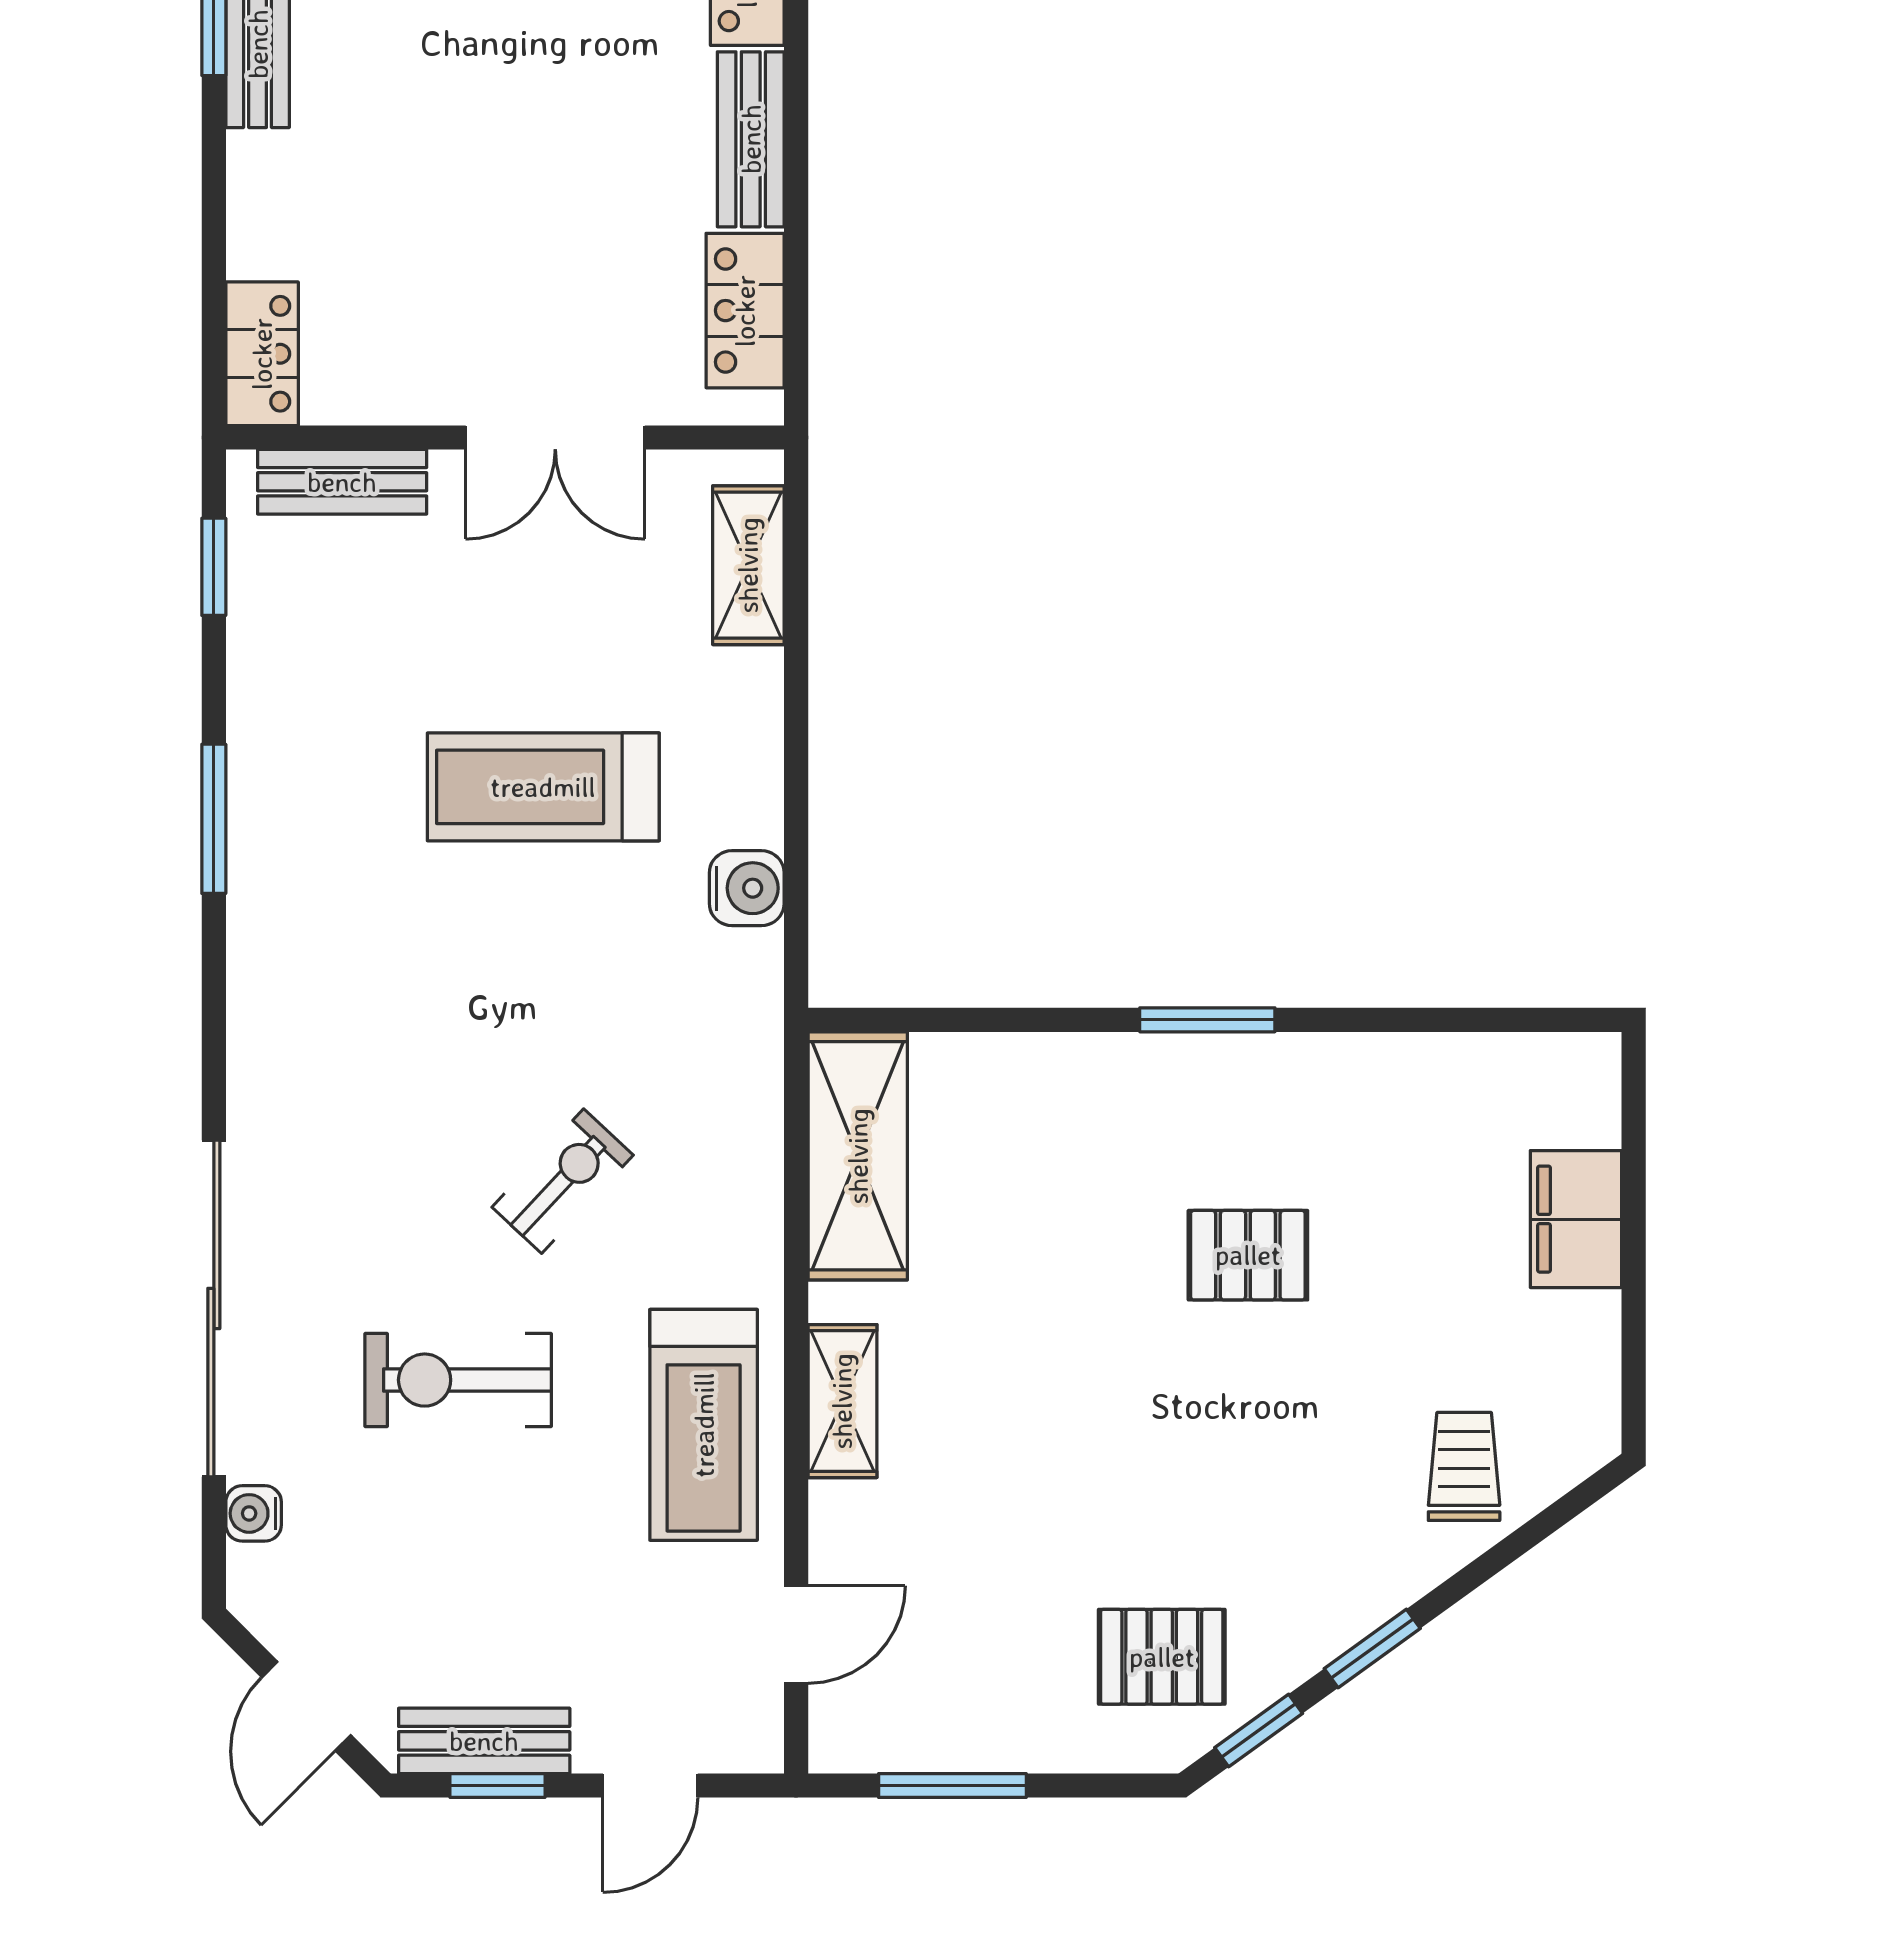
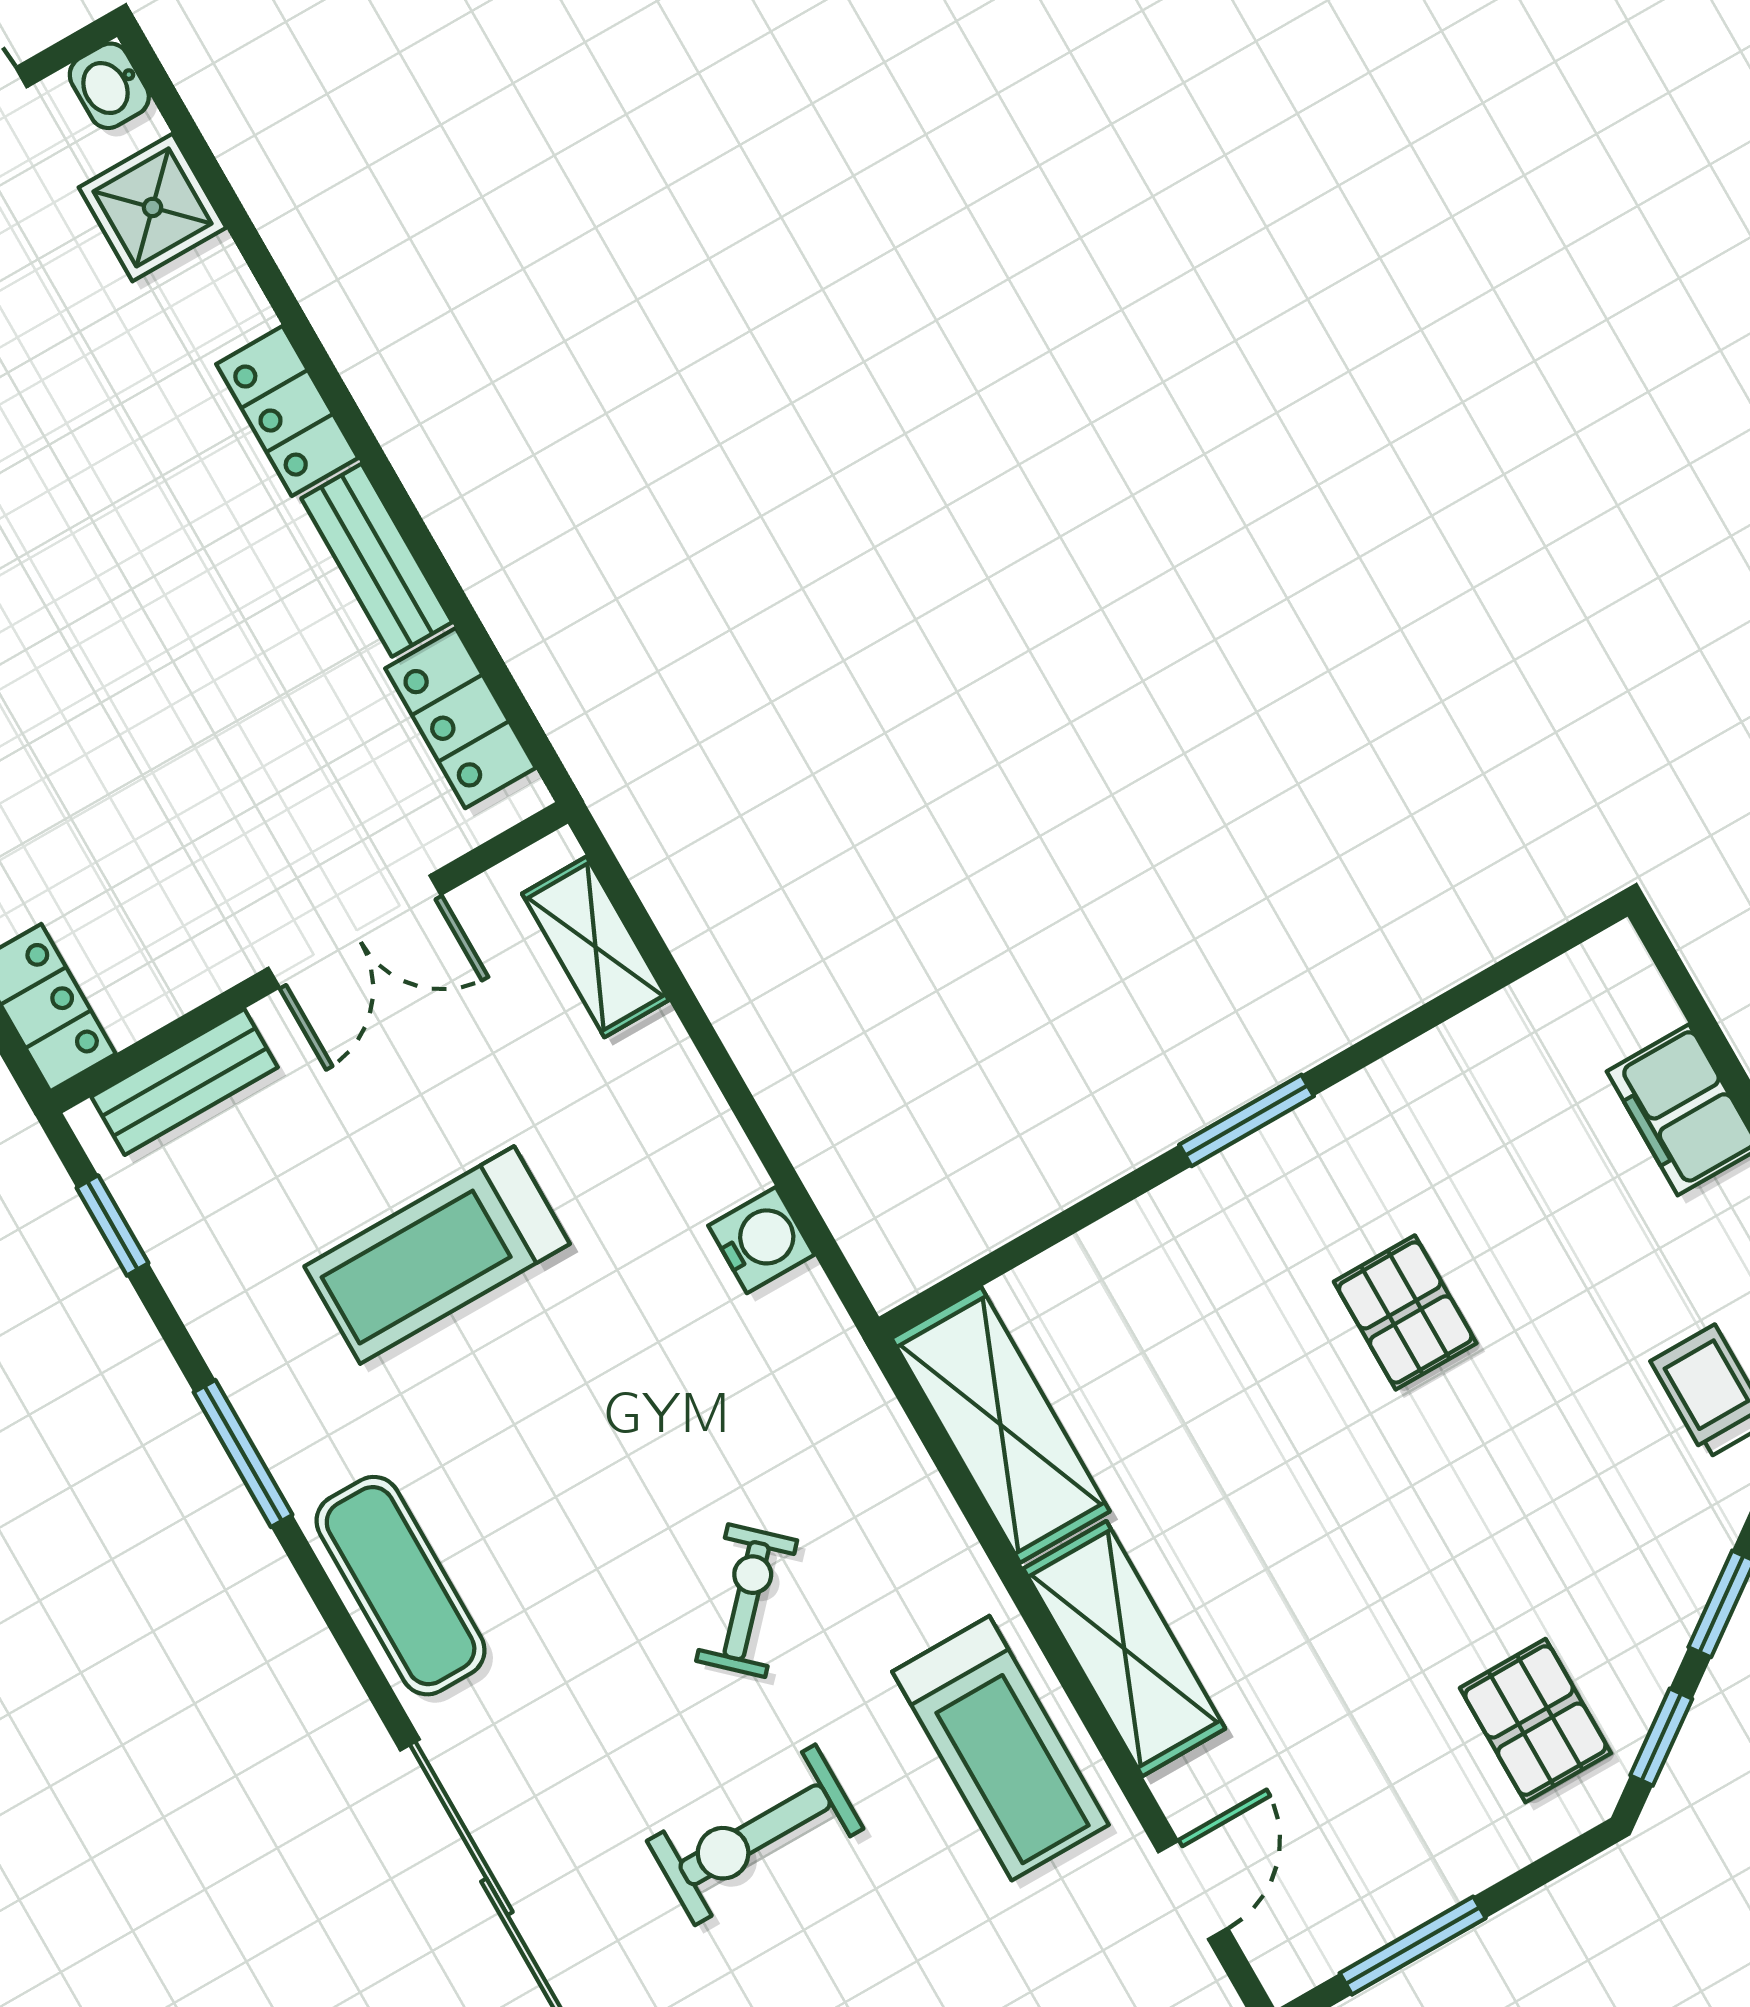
treadmill: (543, 787) -> (437, 1255), moved
exercise mat: (282, 1004) -> (401, 1586), added
pallet: (1248, 1255) -> (1405, 1312), turned 90
shelving: (842, 1401) -> (1124, 1649), width x1.50, depth x1.33
pallet: (1162, 1657) -> (1535, 1721), turned 90

